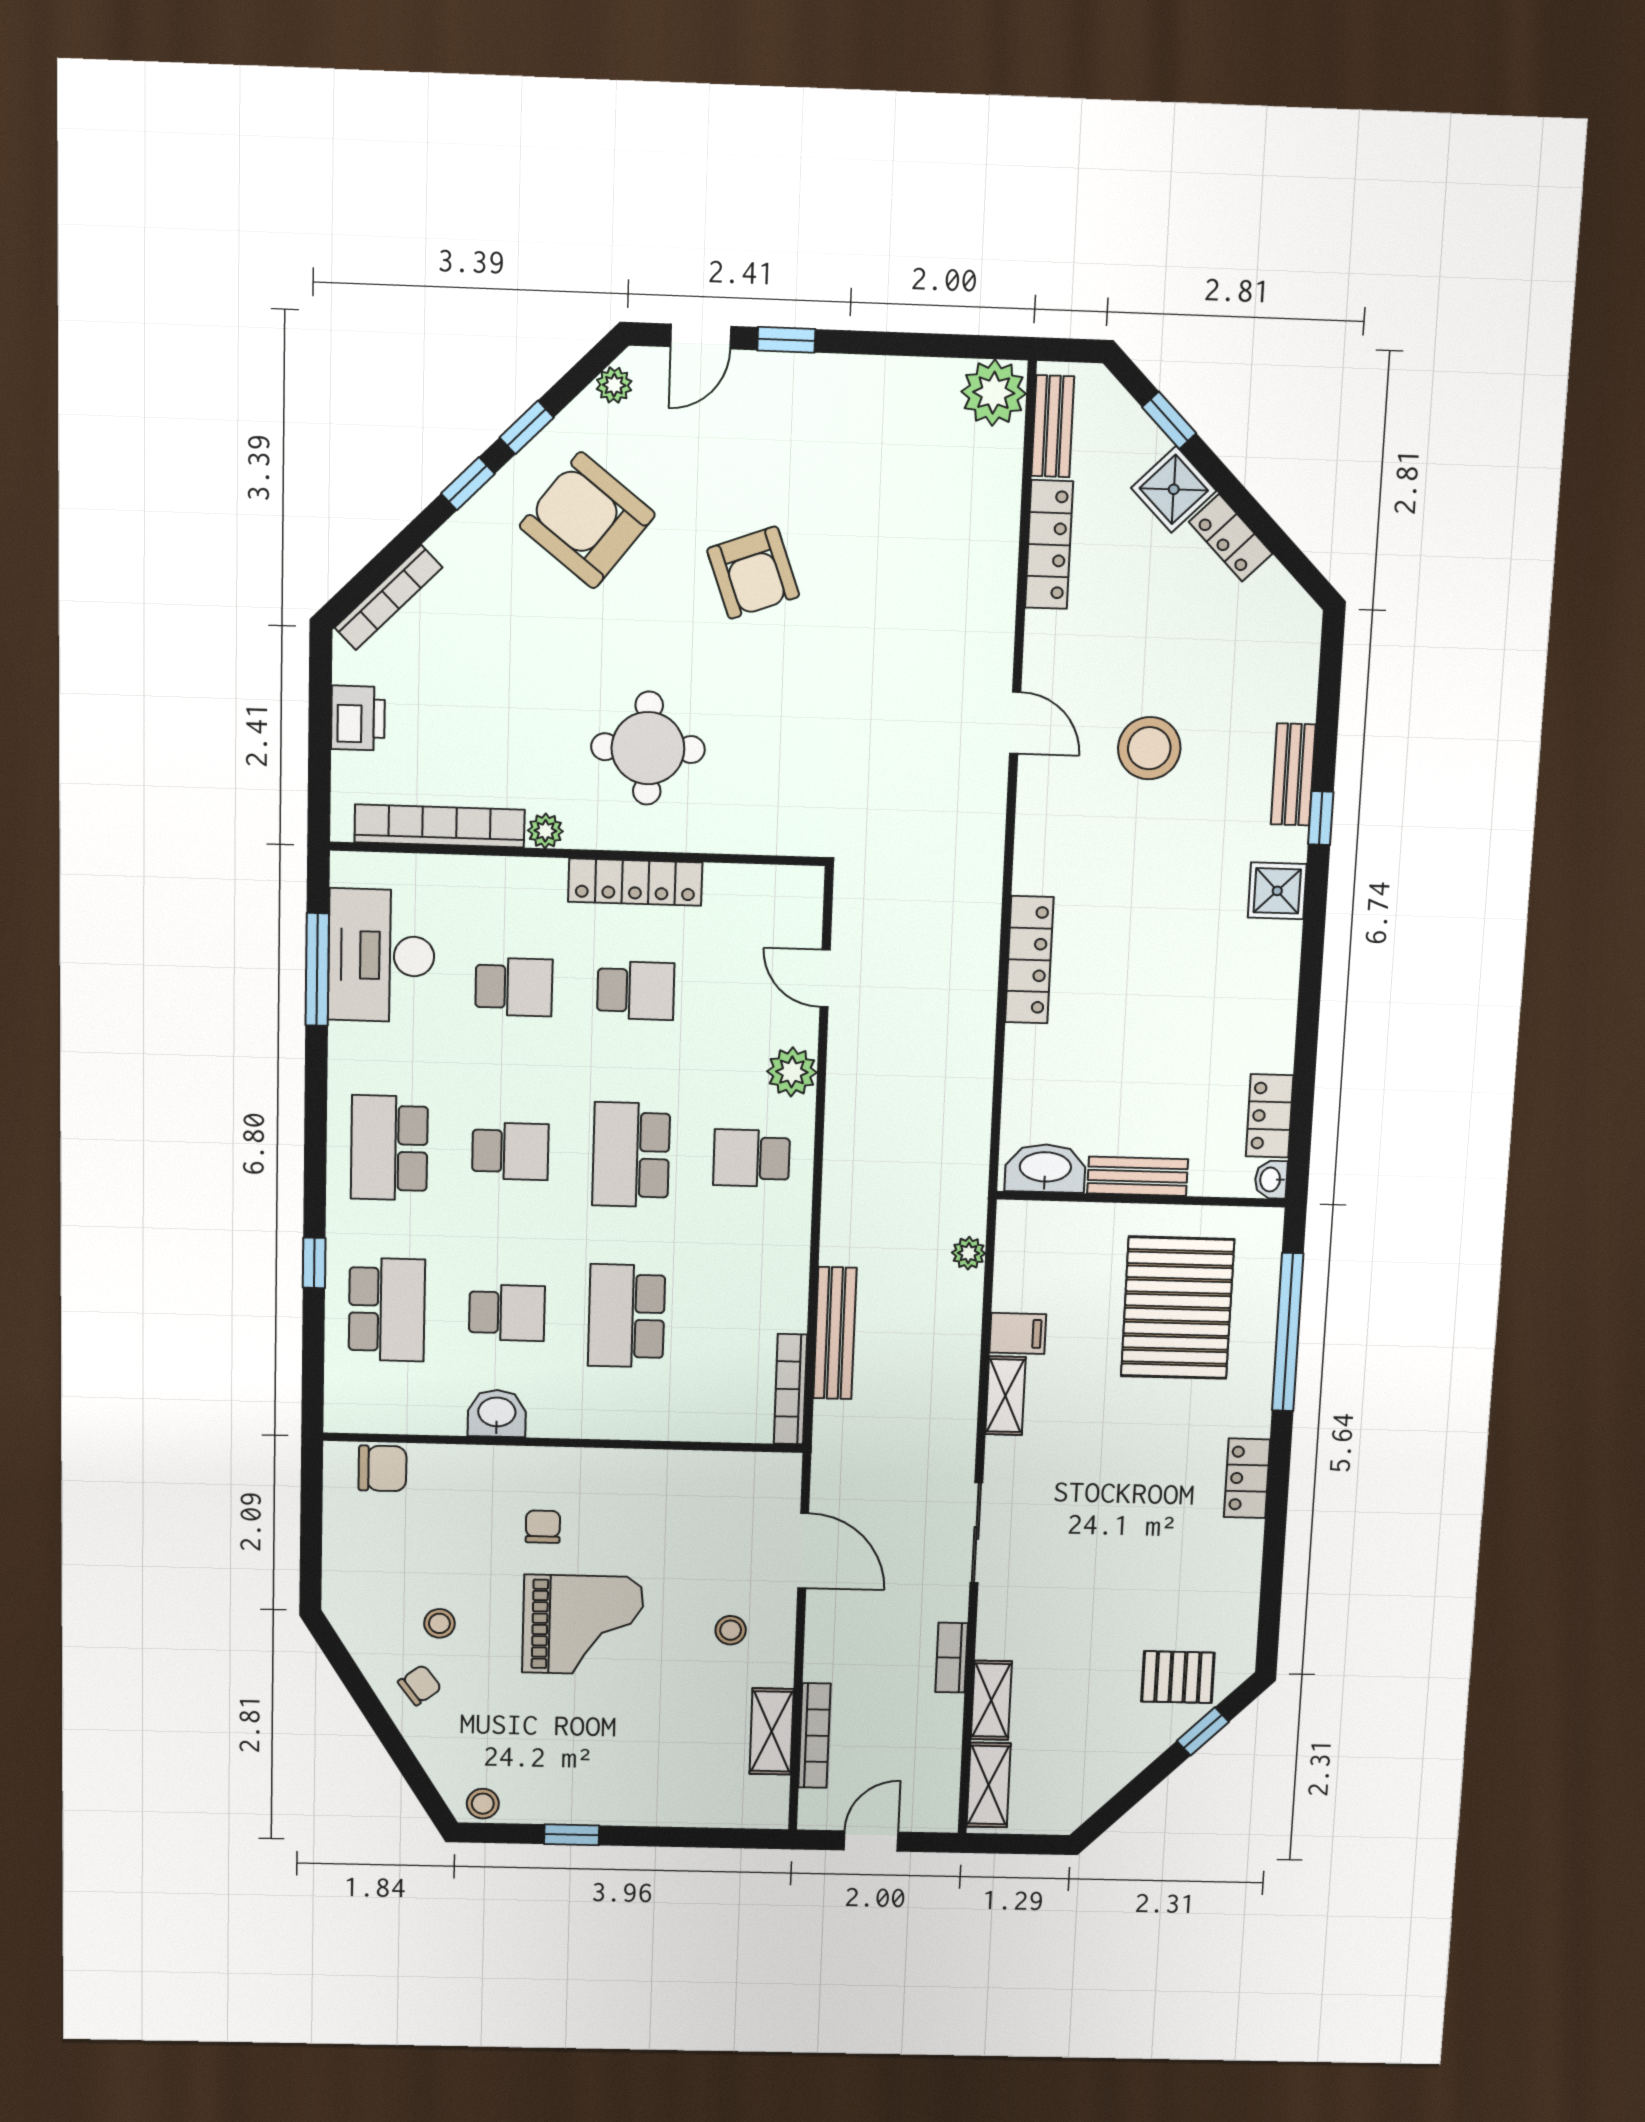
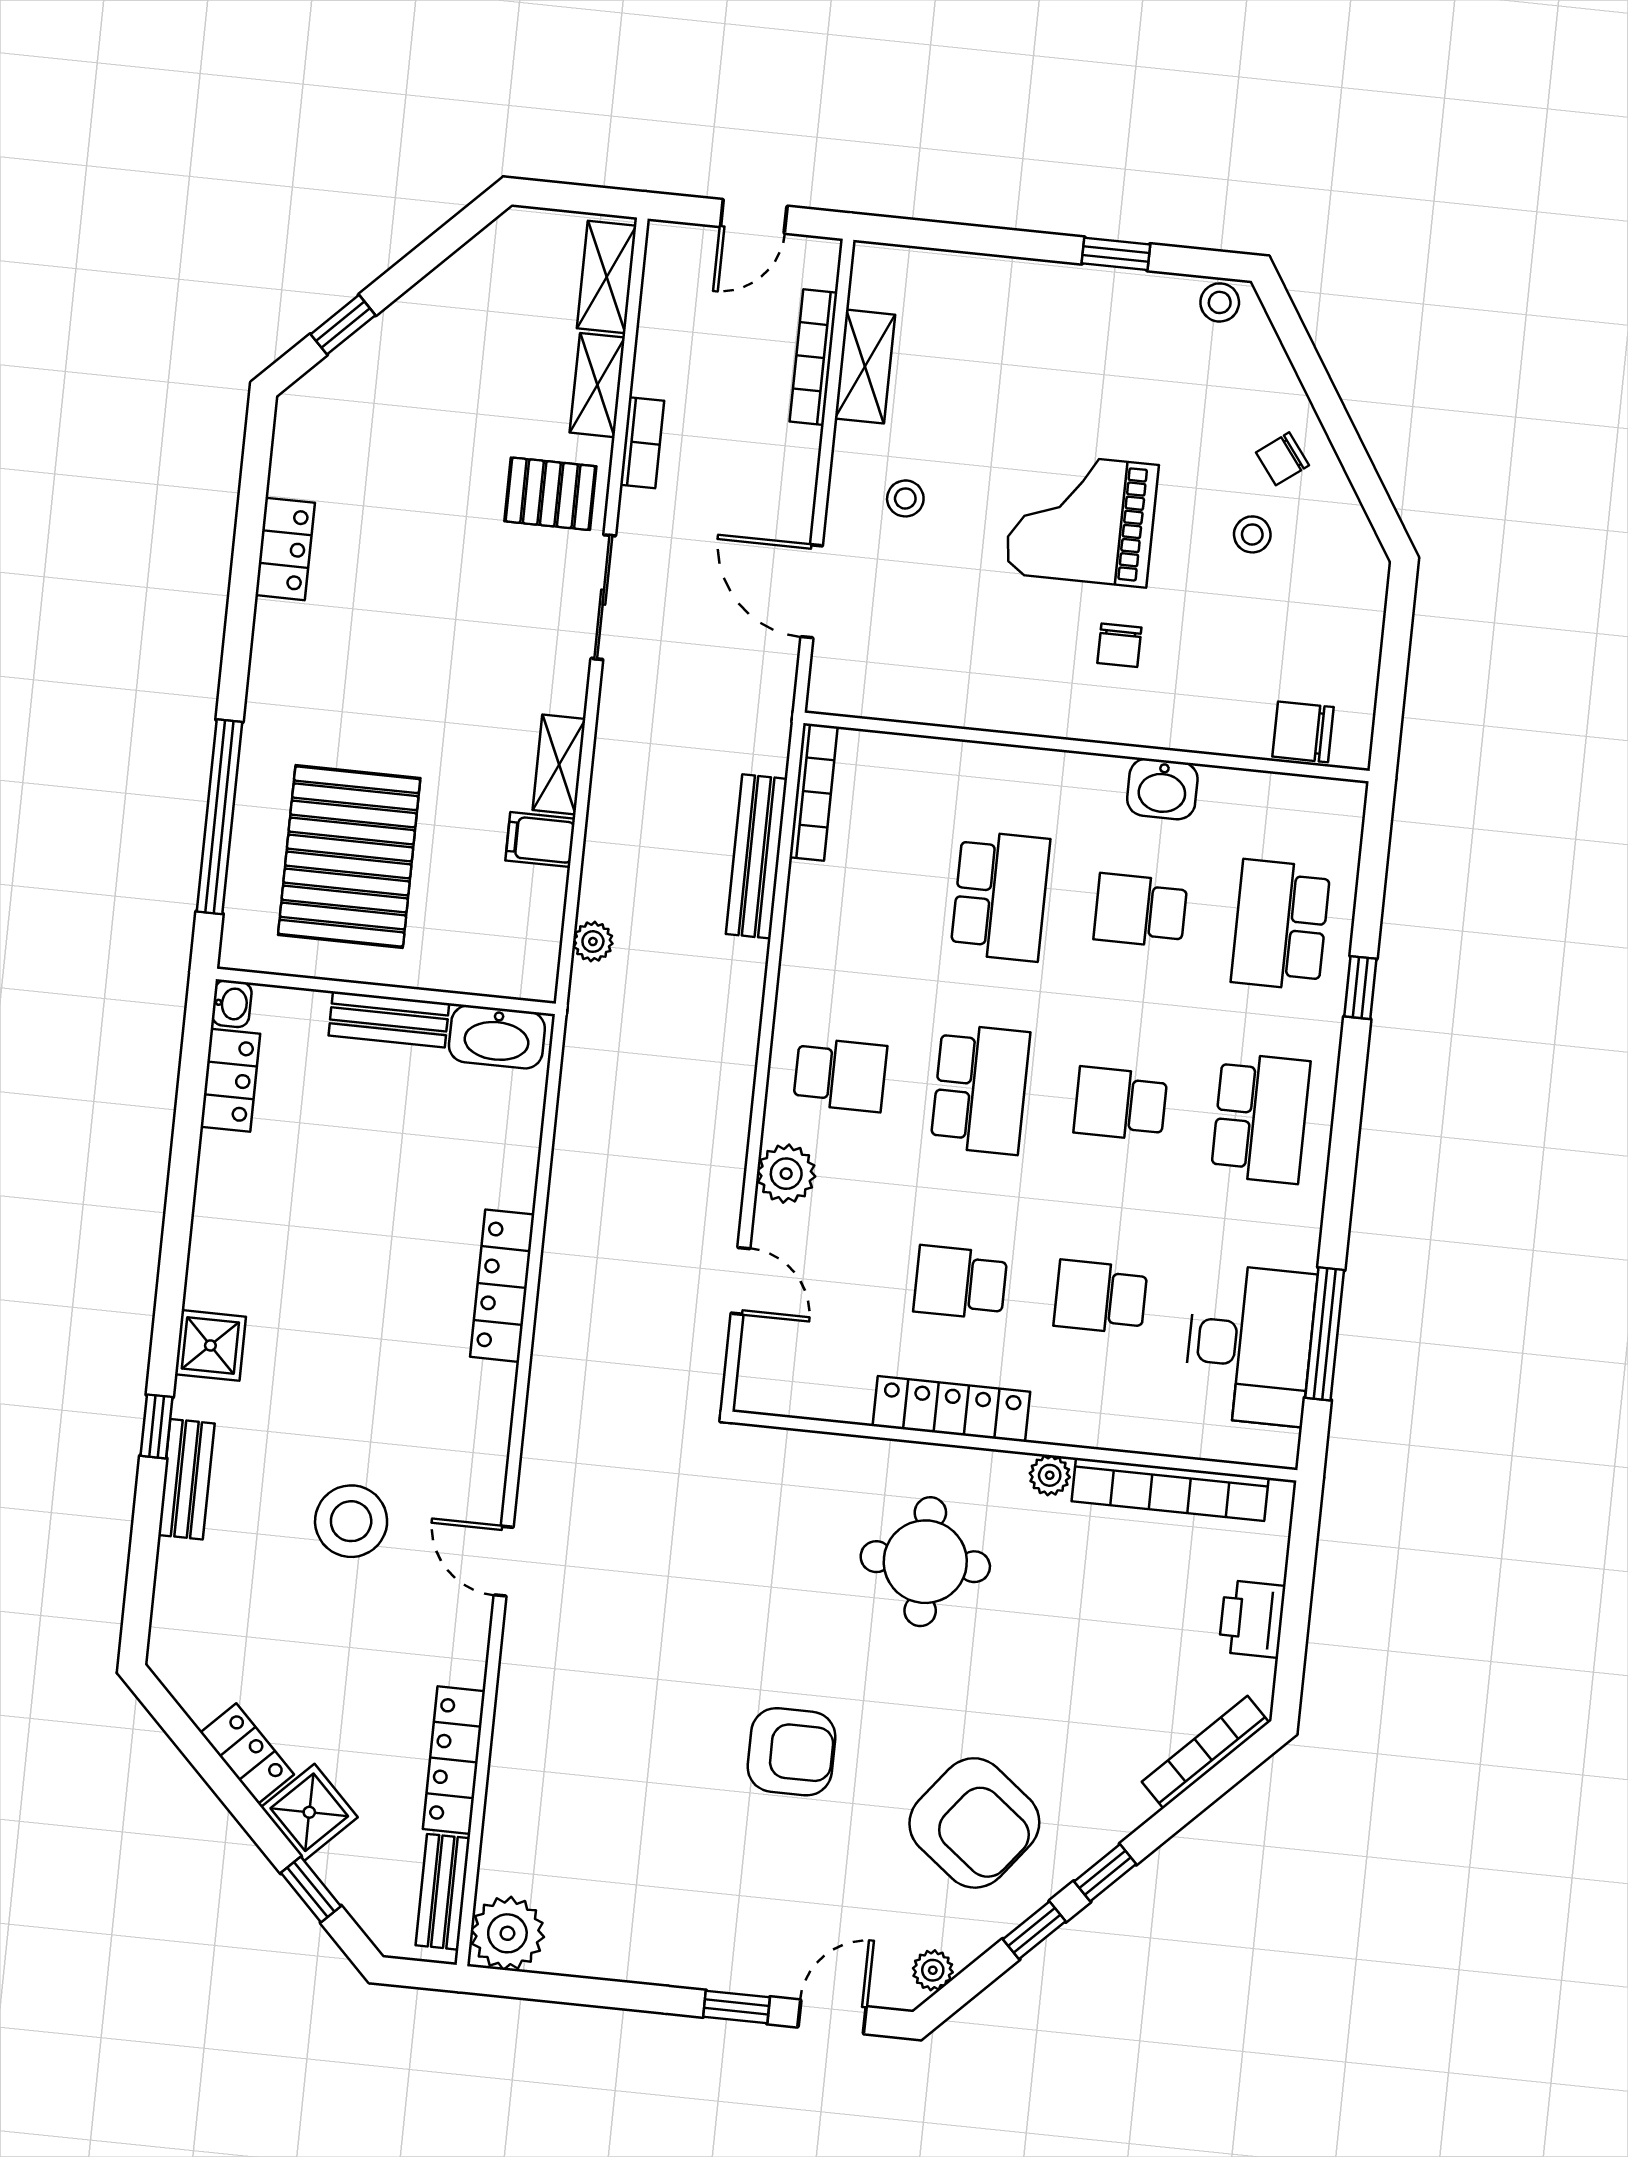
armchair: (753, 573) -> (791, 1752), turned 110
locker: (1247, 1478) -> (285, 549), moved
pallet: (1178, 1677) -> (550, 494), moved

